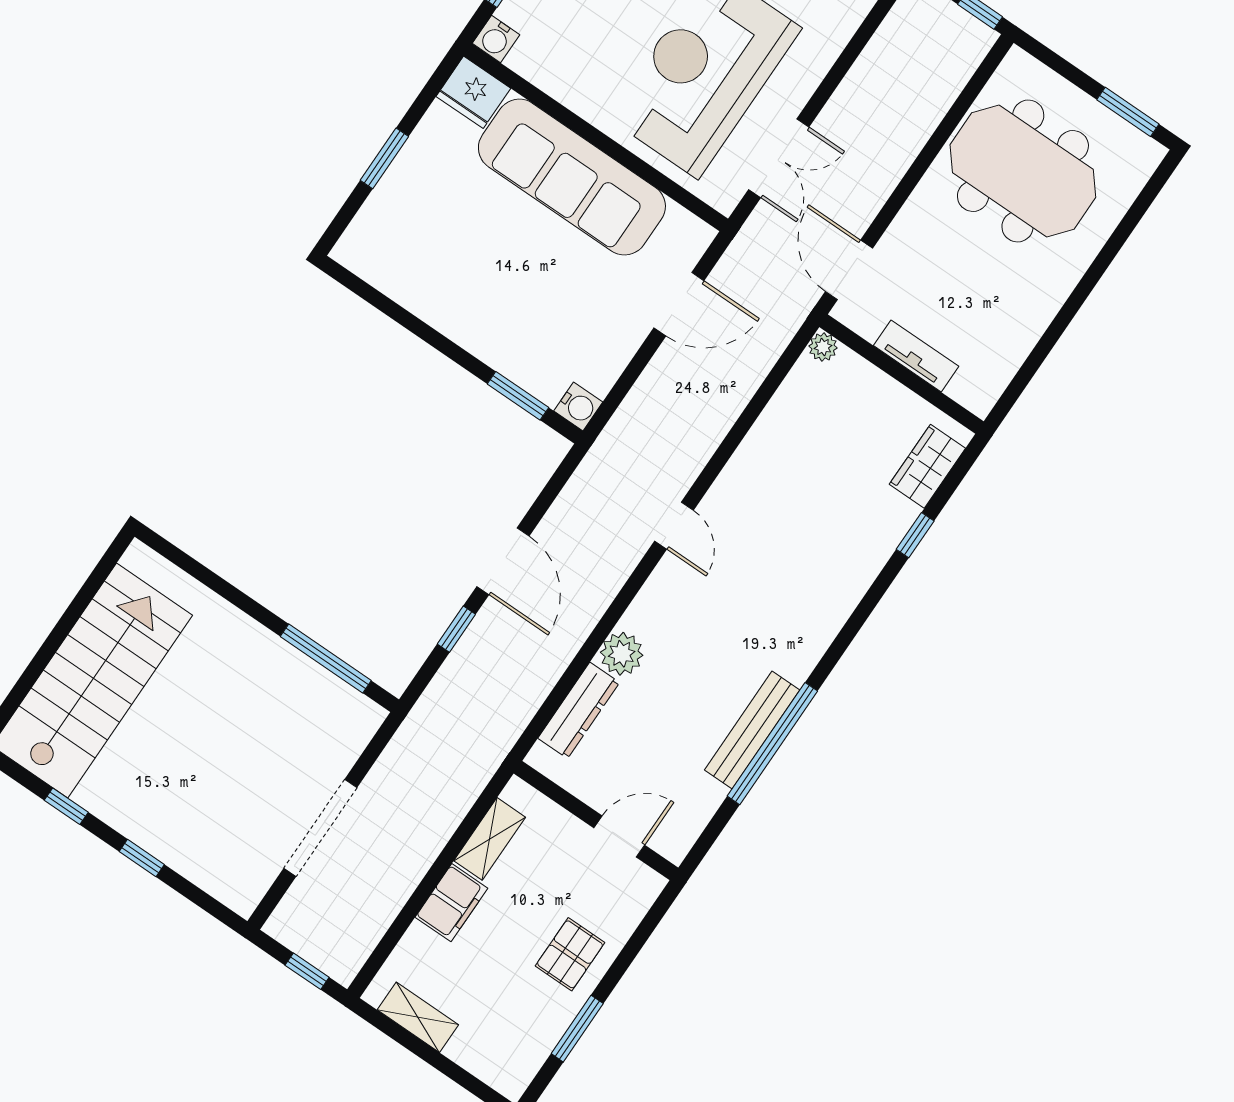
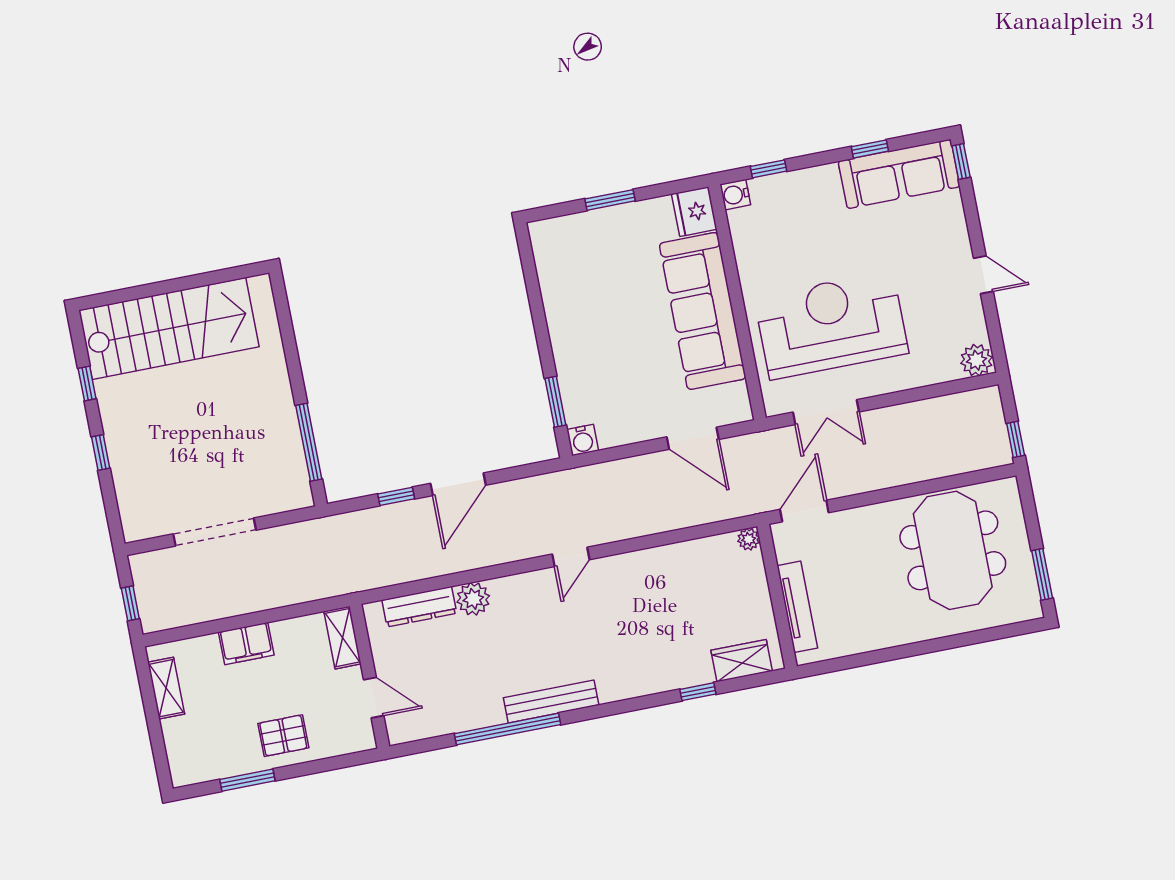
tv unit: (916, 356) -> (797, 607), width x1.41
bench: (752, 730) -> (551, 701), moved
shelving: (490, 839) -> (342, 638), moved, turned 90

